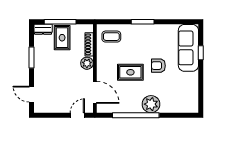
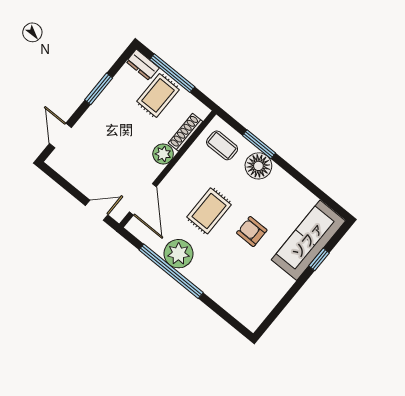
window: (143, 22) -> (259, 144), moved
floor lamp: (136, 32) -> (258, 166), added
rug: (130, 72) -> (209, 211), turned 90
plant: (151, 104) -> (178, 254), moved

